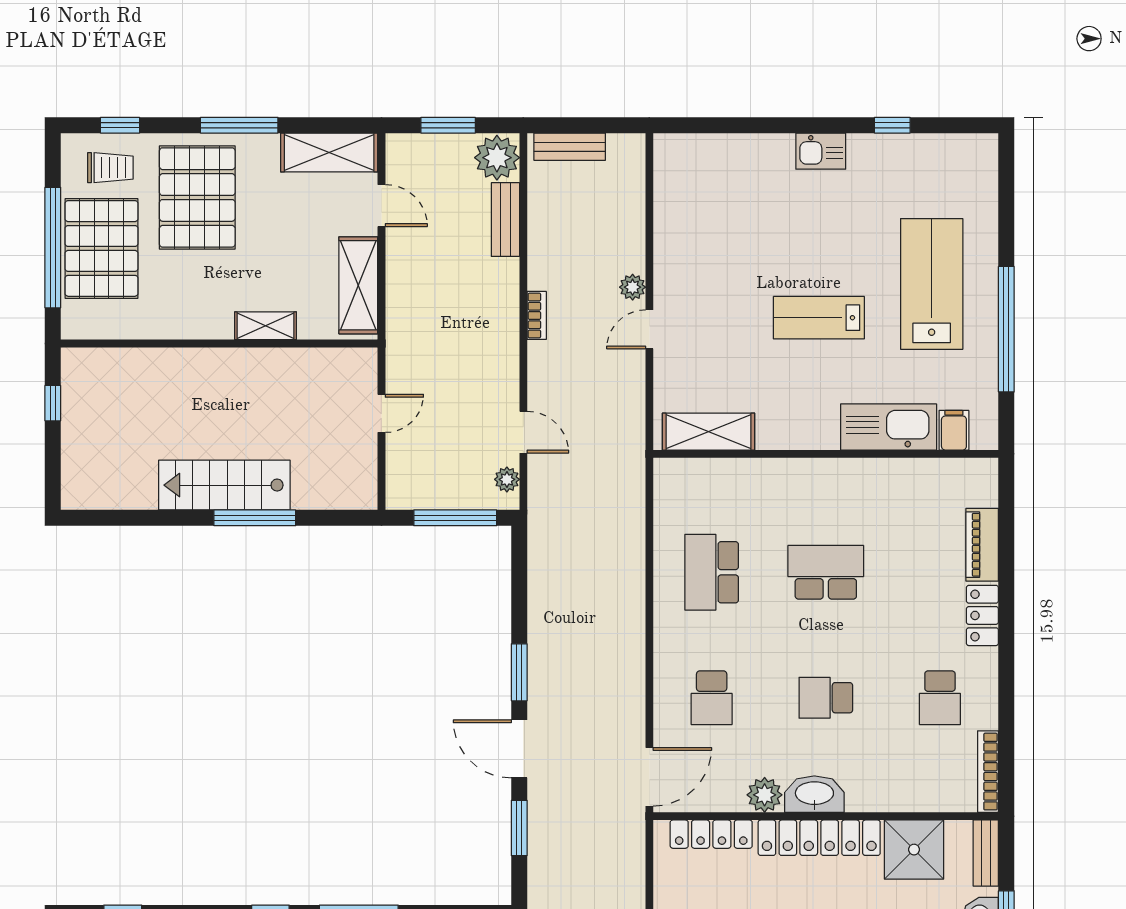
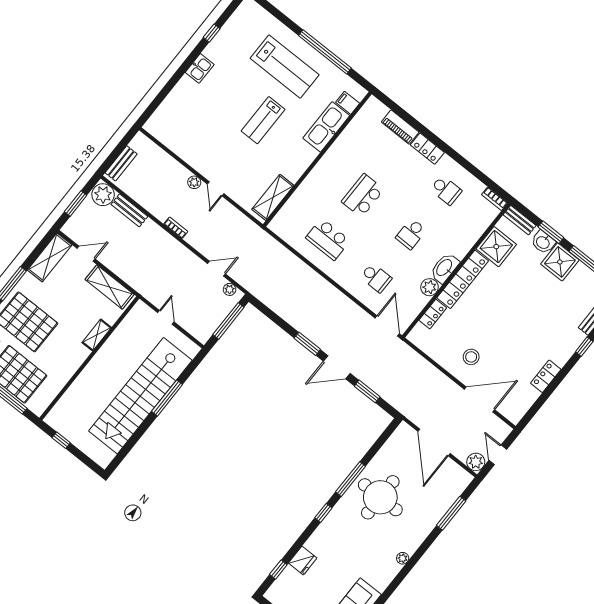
lab bench: (932, 284) -> (285, 67), turned 180
stairs: (224, 485) -> (140, 396), width x1.86, depth x1.51
bookcase: (988, 772) -> (495, 199), width x0.64
locker: (711, 834) -> (433, 314), width x0.66

